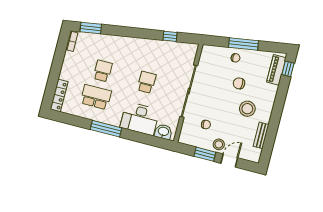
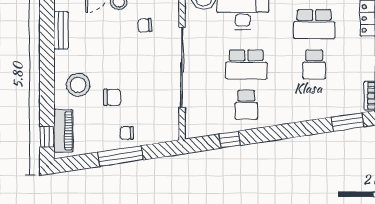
school desk: (153, 56) -> (246, 105), added
school desk: (147, 82) -> (246, 64), width x1.85
stool: (247, 109) -> (78, 85), moved

